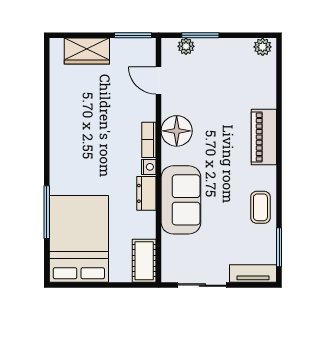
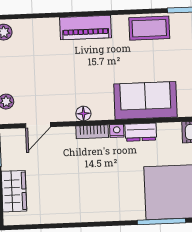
floor lamp: (177, 131) -> (83, 113), width x0.53, depth x0.53
coffee table: (260, 207) -> (149, 28), width x1.36, depth x1.30

